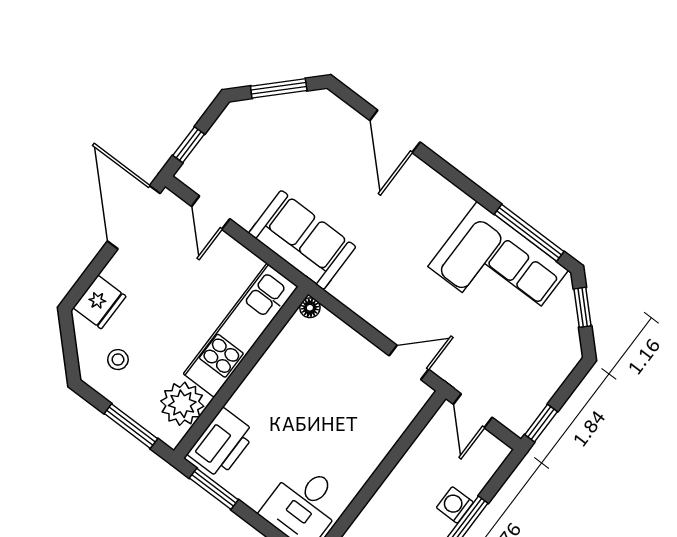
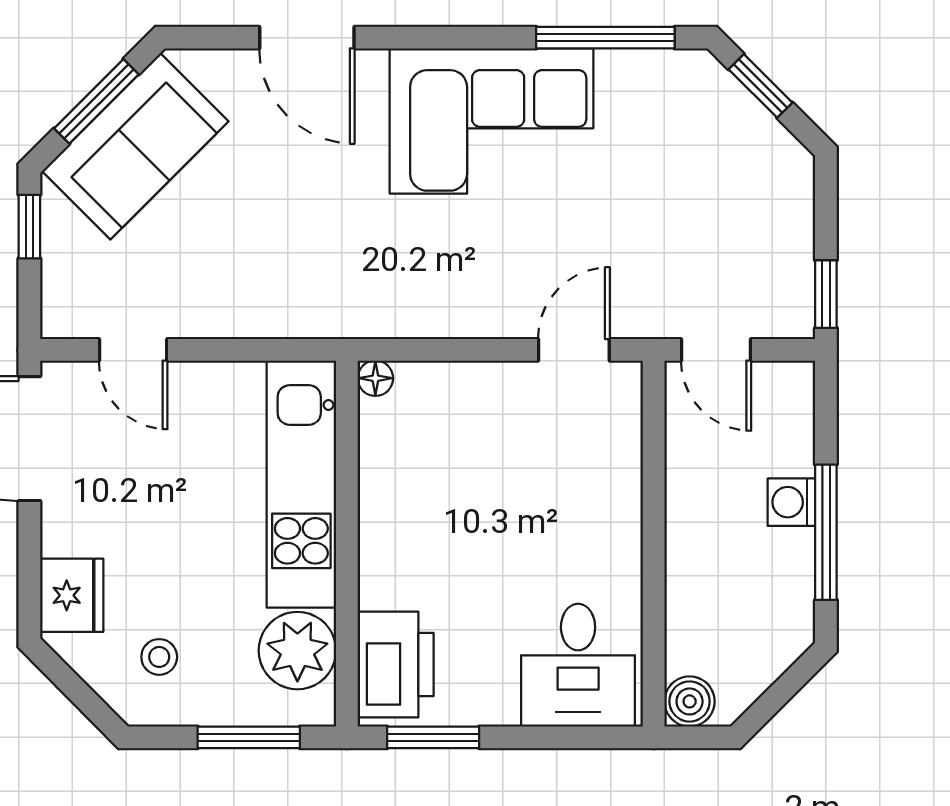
window: (189, 145) -> (29, 227), moved
sofa: (302, 240) -> (135, 146), moved, turned 135
corner sofa: (498, 268) -> (492, 121), moved

